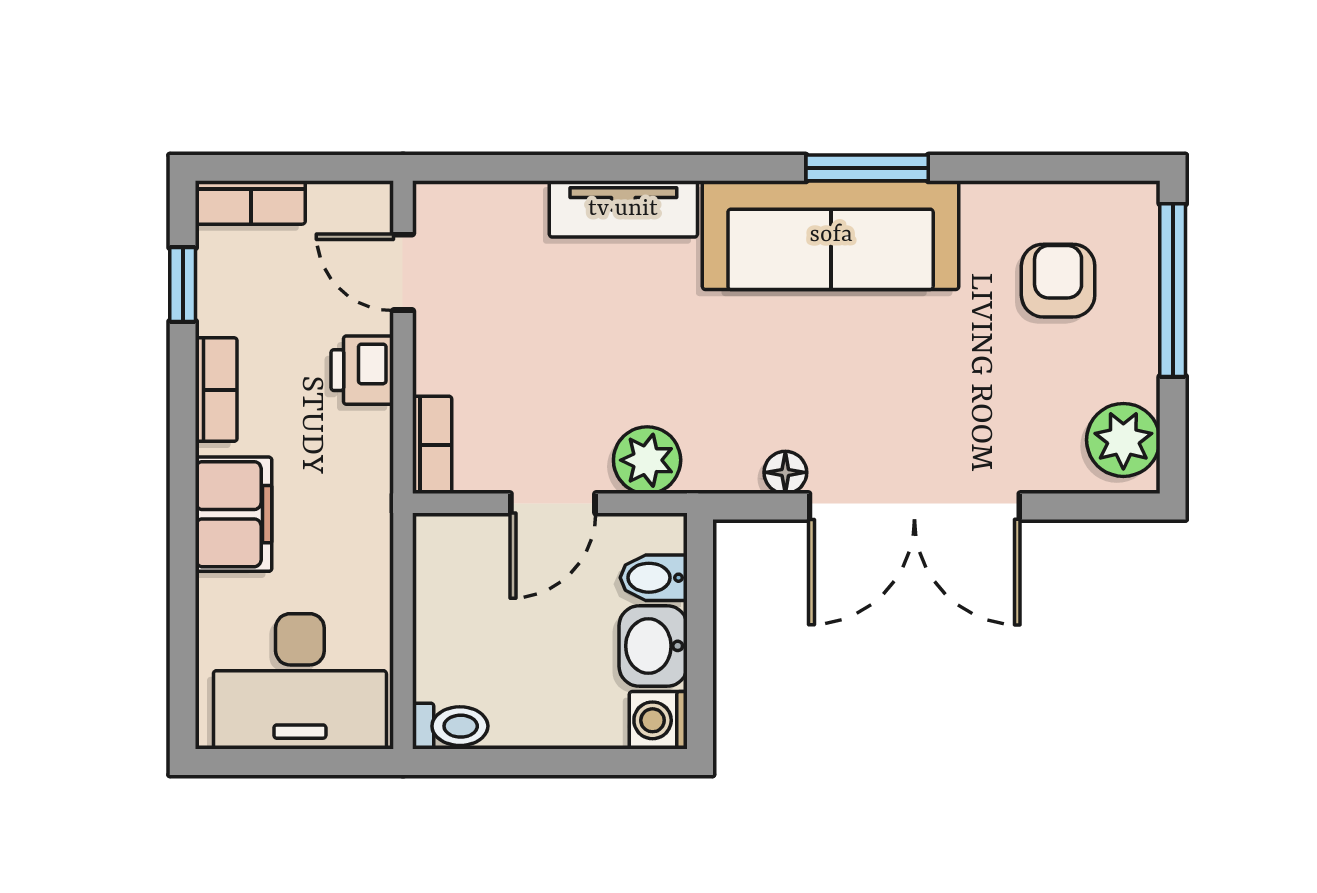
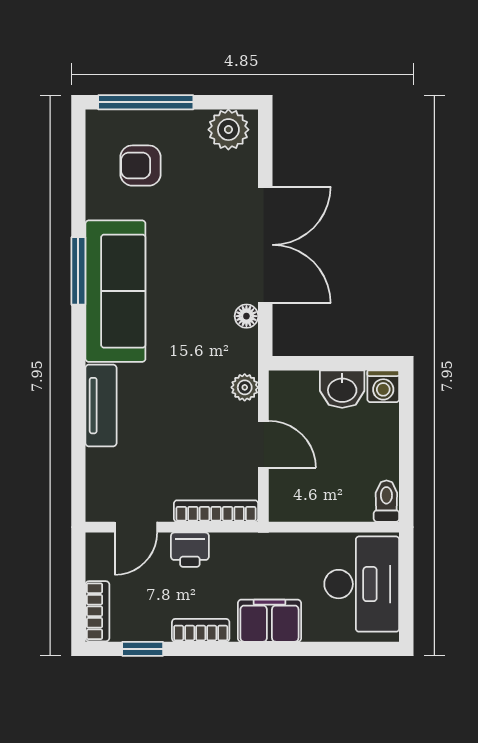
bookcase: (432, 445) -> (216, 511), width x1.56
plant: (647, 460) -> (245, 387), width x0.73, depth x0.73
bidet: (654, 578) -> (305, 389), removed

